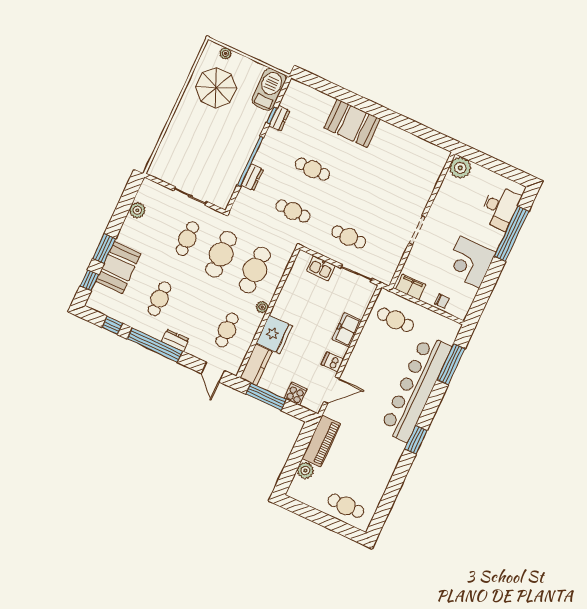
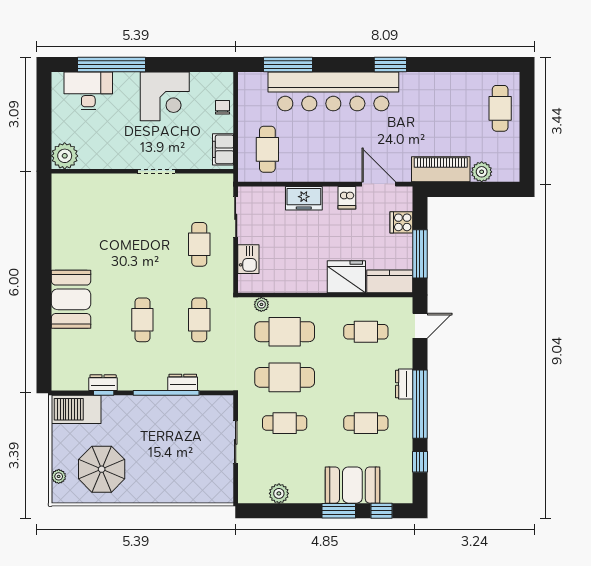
plant: (262, 307) -> (261, 304), moved

